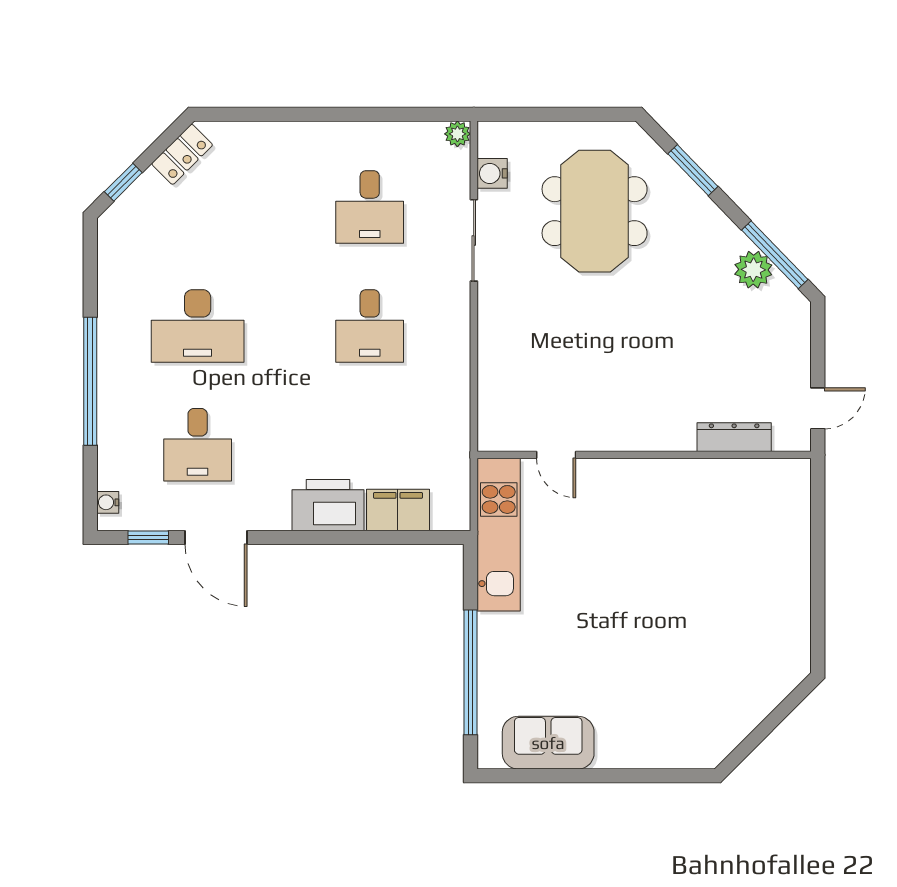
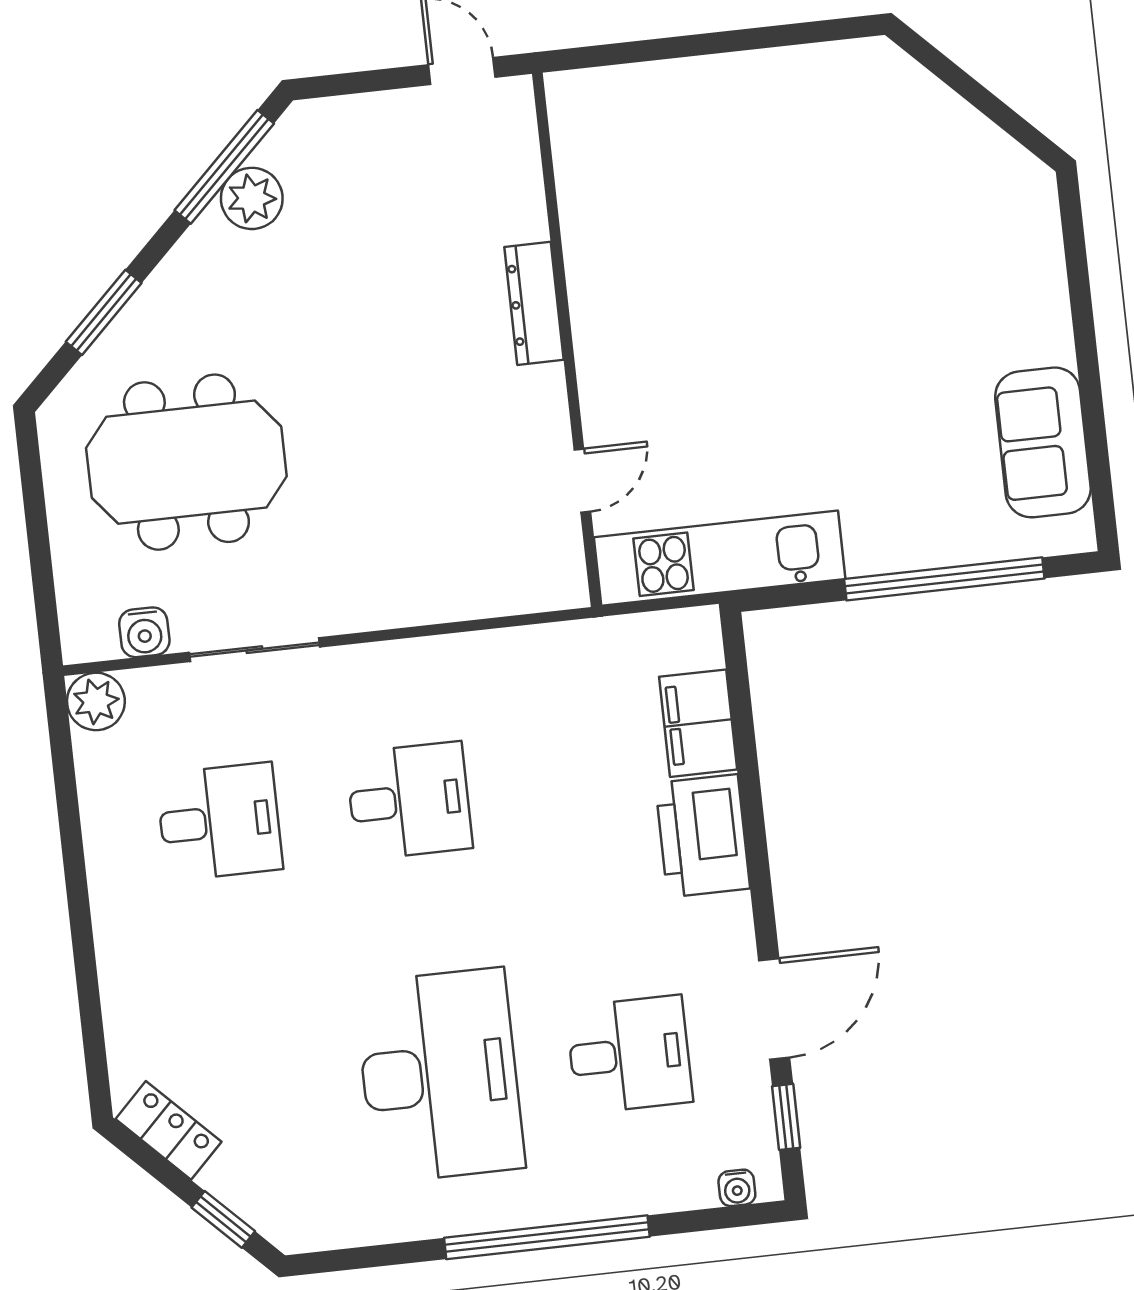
plant: (457, 134) -> (96, 701), width x1.38, depth x1.38
desk: (198, 326) -> (440, 1075), width x1.36, depth x1.30
dresser: (734, 437) -> (534, 303), moved

